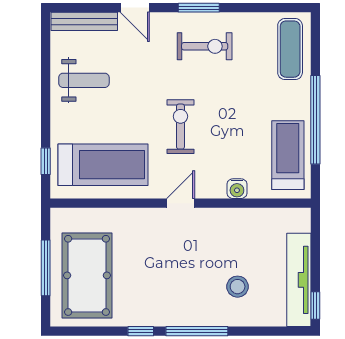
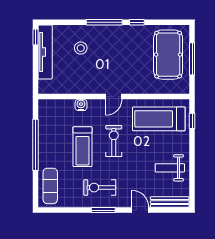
exercise bike: (180, 127) -> (114, 141), turned 180
treadmill: (288, 155) -> (82, 147), moved

